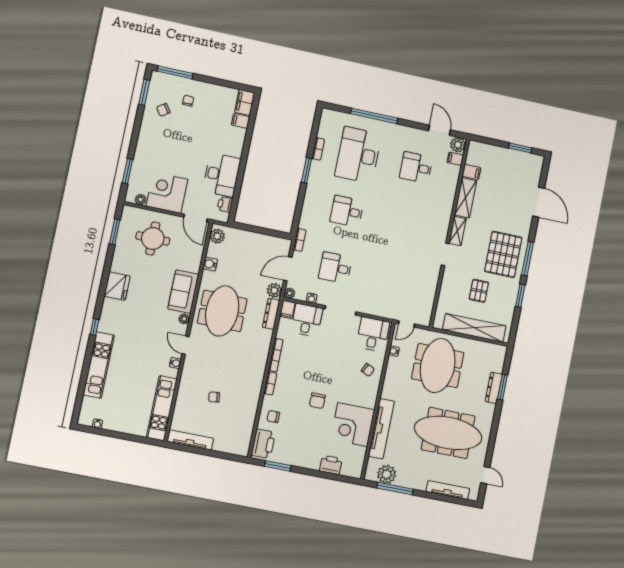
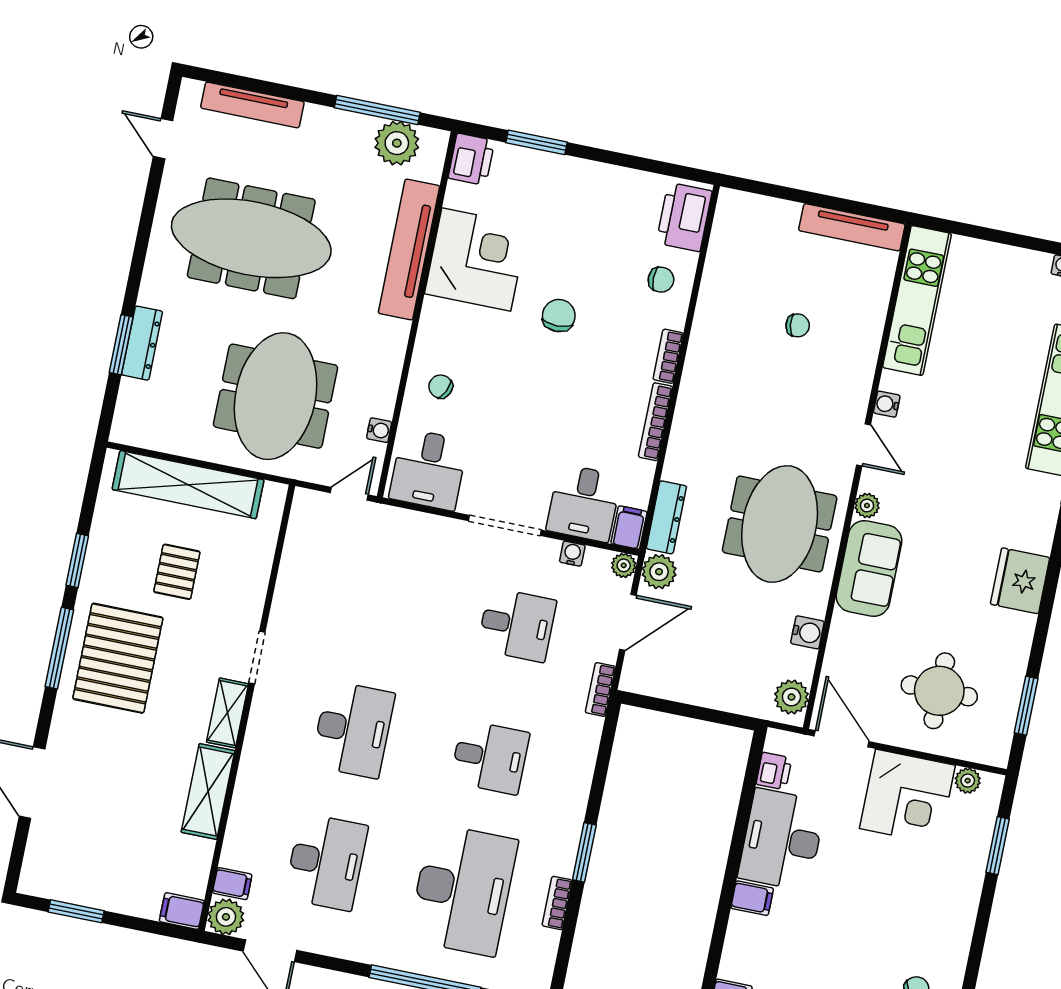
filing cabinet: (241, 121) -> (752, 898), moved
desk: (416, 167) -> (326, 862), width x1.37
filing cabinet: (471, 172) -> (182, 911), moved
desk: (405, 224) -> (353, 729), added
printer: (331, 465) -> (471, 159), moved, turned -90
window: (278, 466) -> (537, 142), moved

